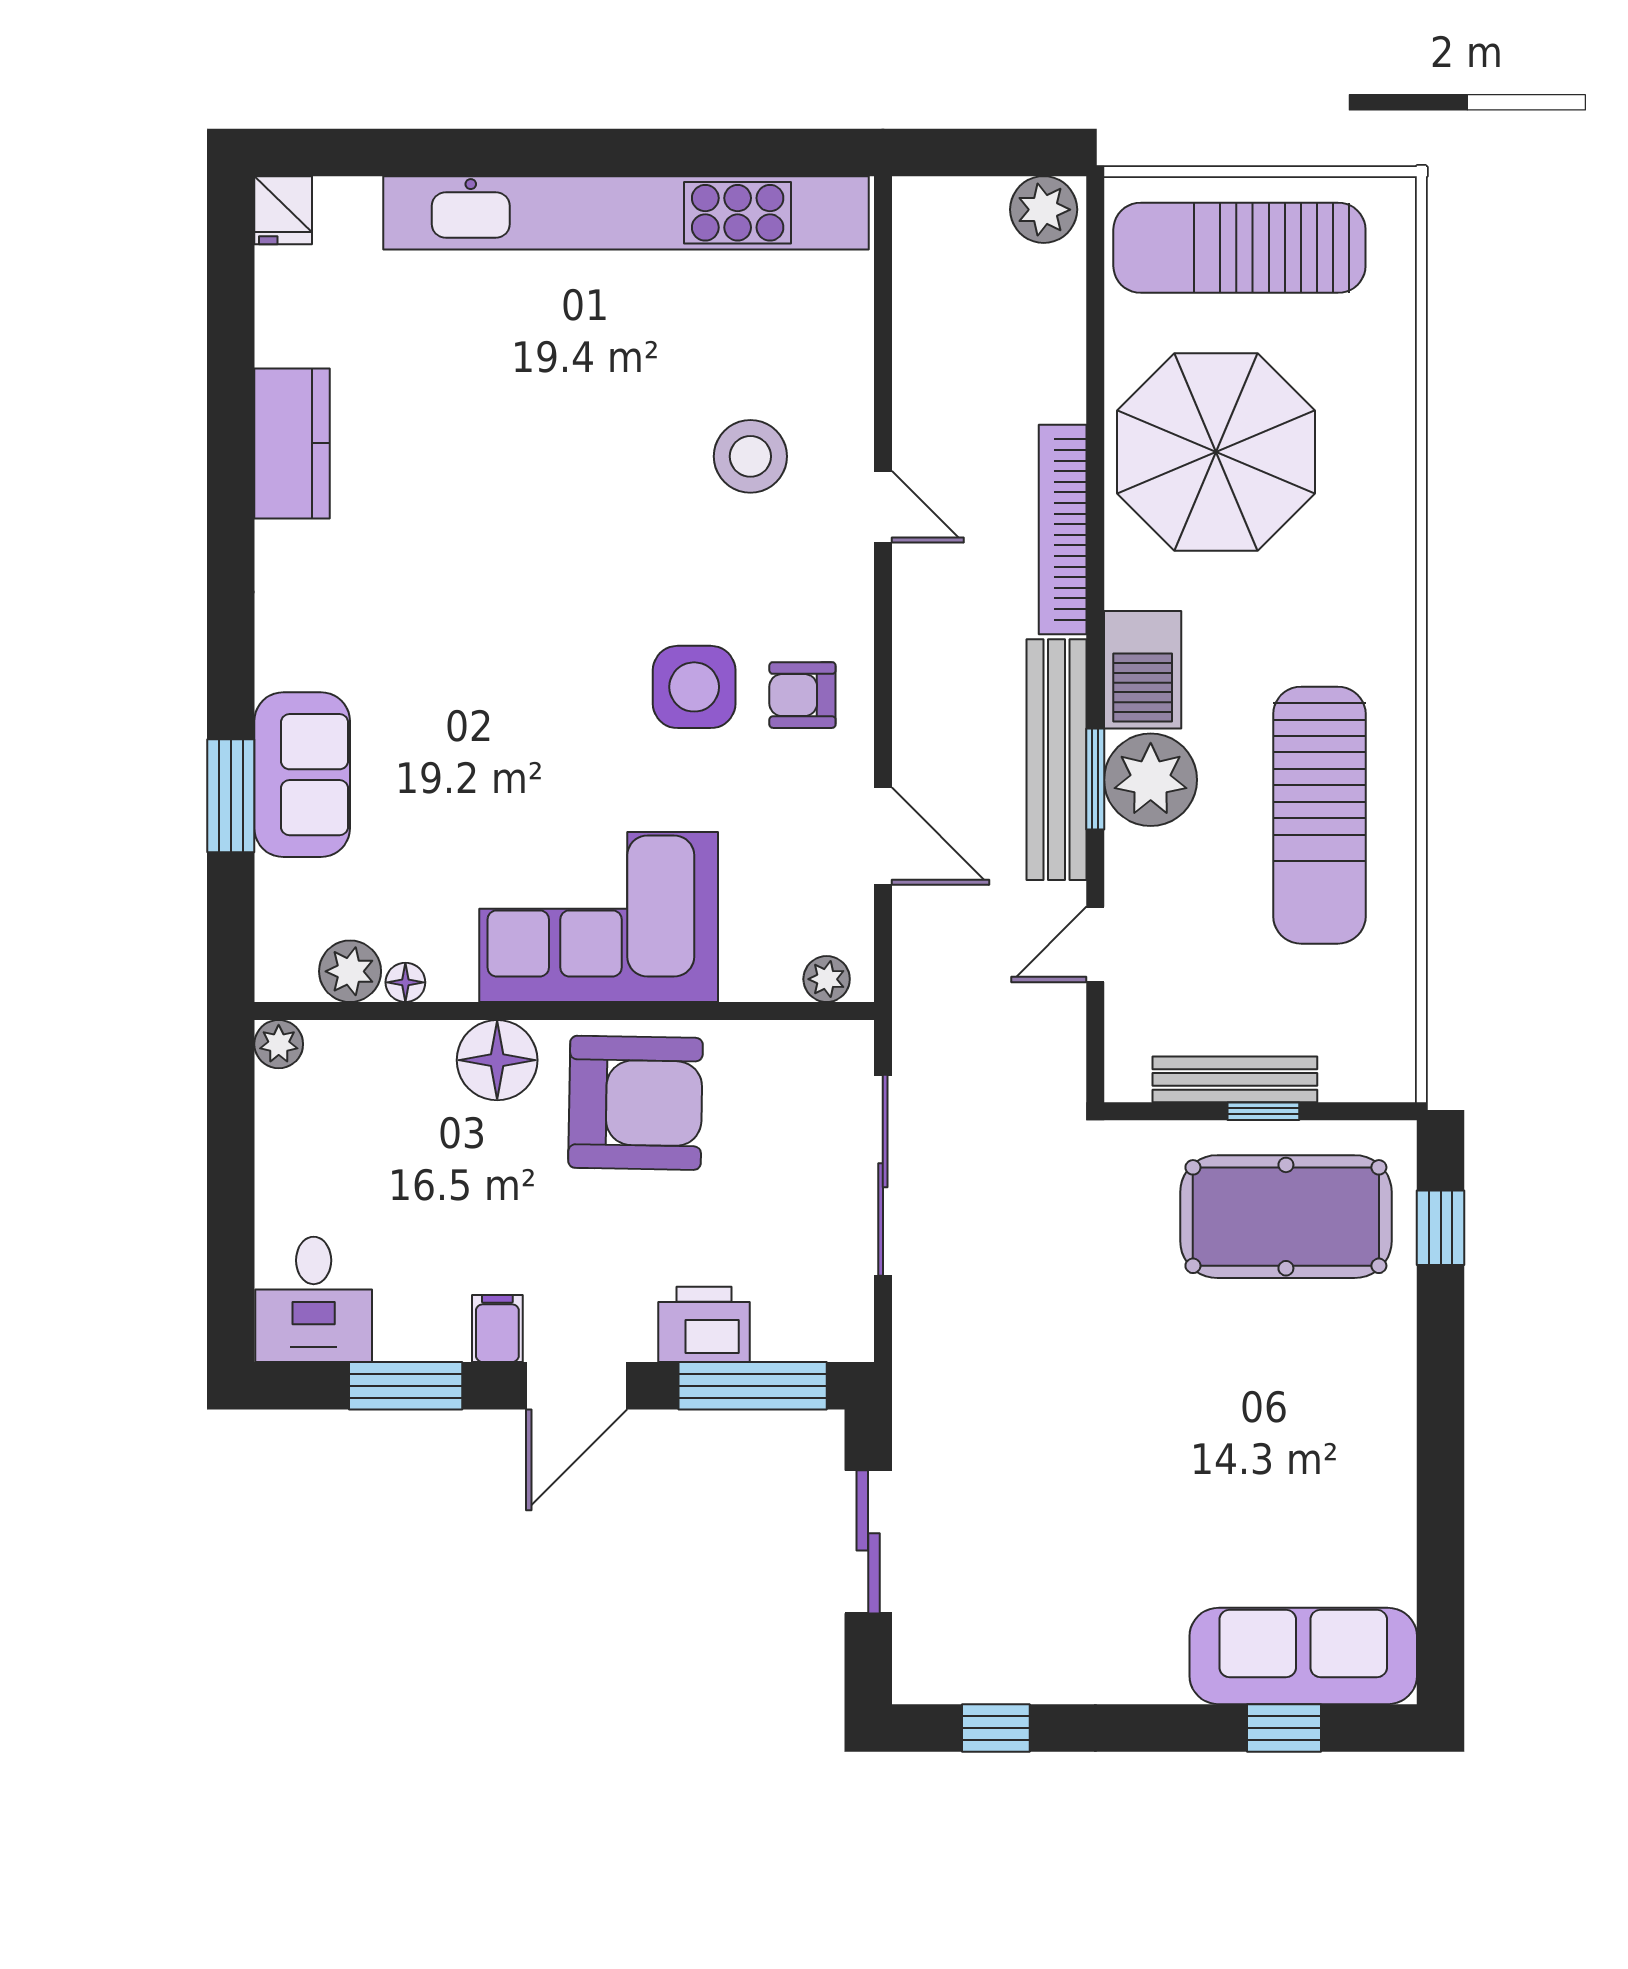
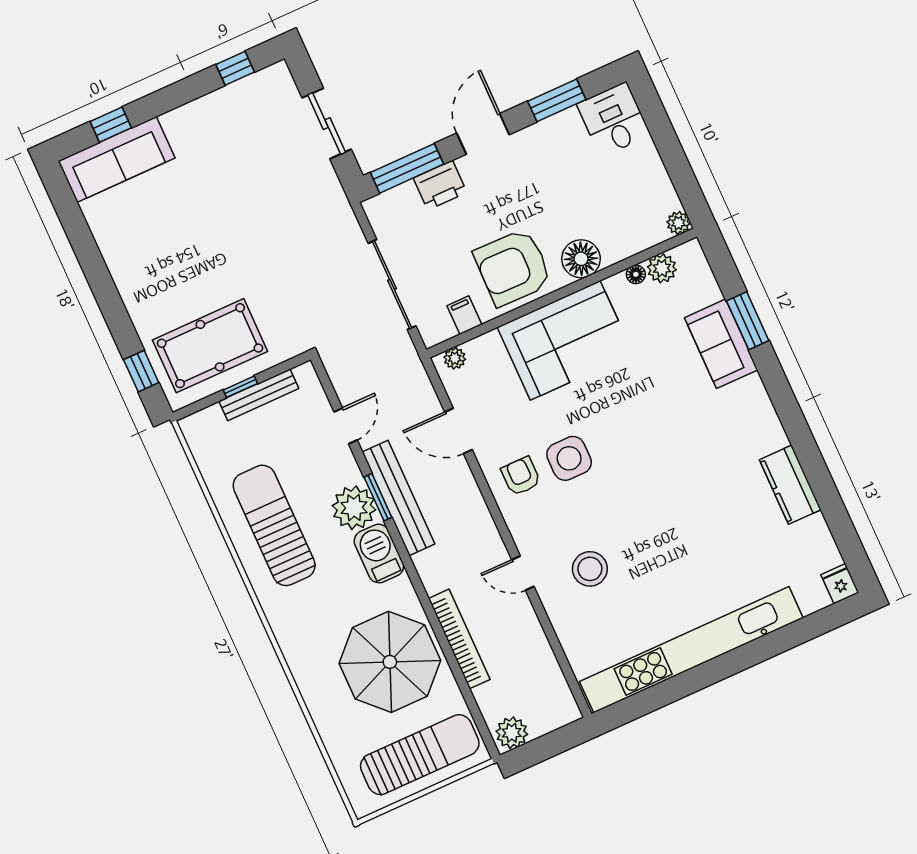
bookcase: (1063, 530) -> (459, 639), moved
armchair: (802, 695) -> (521, 476), turned -90
filing cabinet: (497, 1328) -> (464, 315), moved, turned 180

